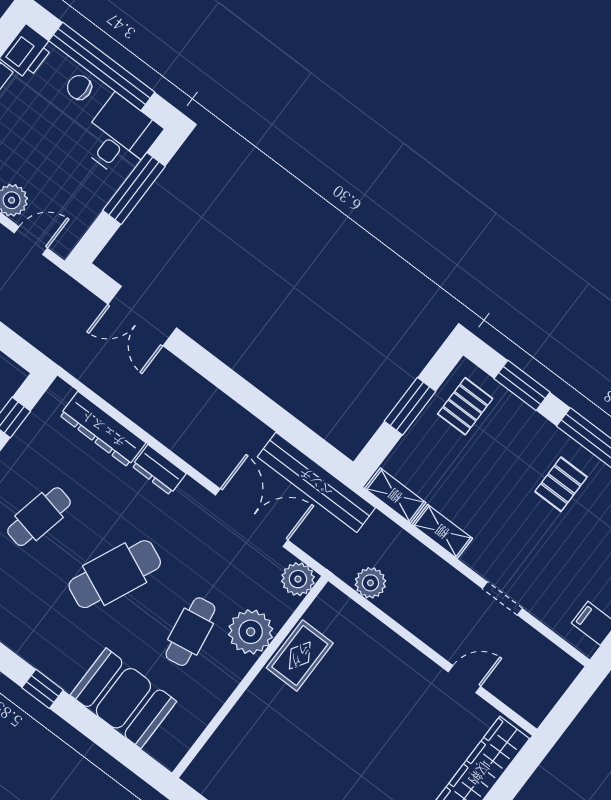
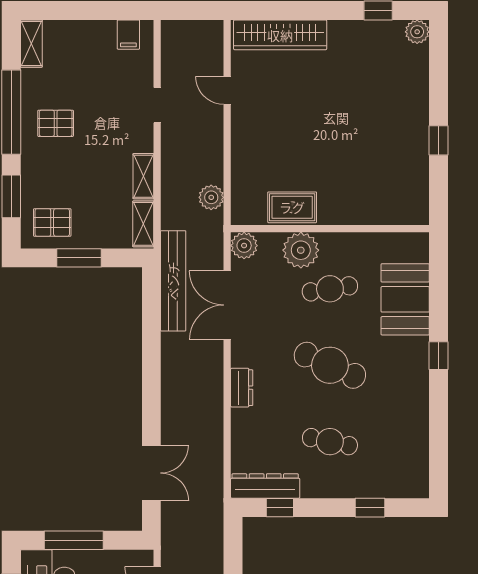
dresser: (103, 429) -> (265, 486), moved, turned -90

